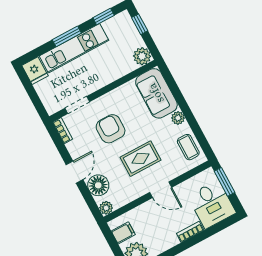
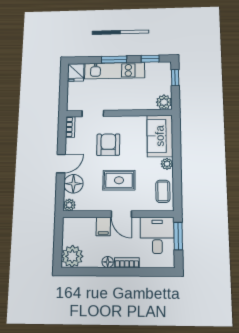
desk: (212, 204) -> (157, 235), moved, turned 180
filing cabinet: (123, 233) -> (103, 226), moved, turned 90
floor lamp: (172, 241) -> (108, 262), added

